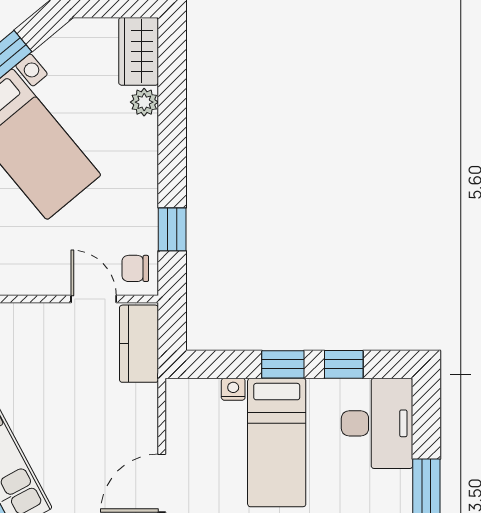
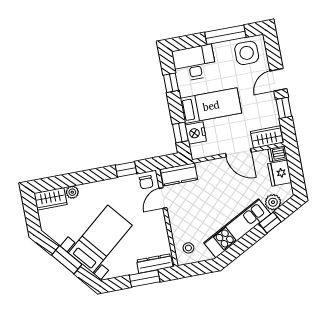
window: (283, 364) -> (180, 132), moved
nightstand: (233, 389) -> (196, 133), width x1.89, depth x1.79

